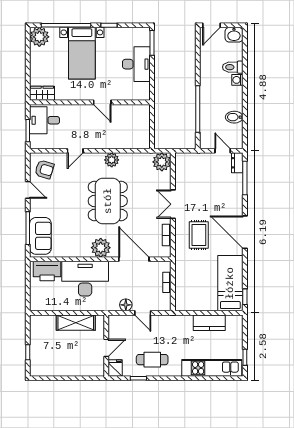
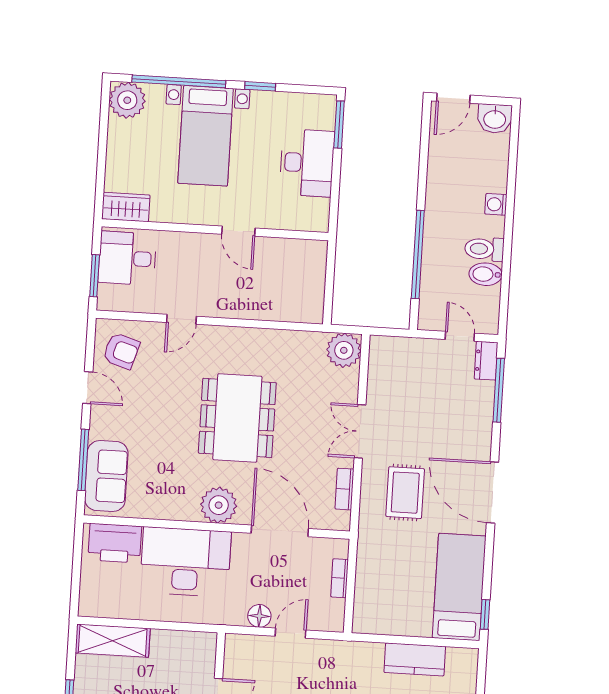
toilet: (233, 67) -> (484, 249), moved
plant: (112, 160) -> (249, 341), removed
door: (143, 313) -> (291, 633), swing flipped
shelving: (76, 323) -> (113, 641), moved

